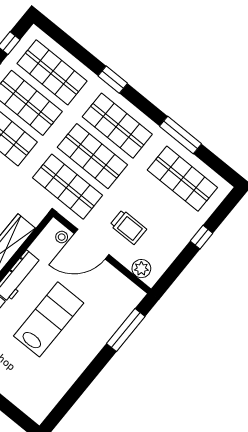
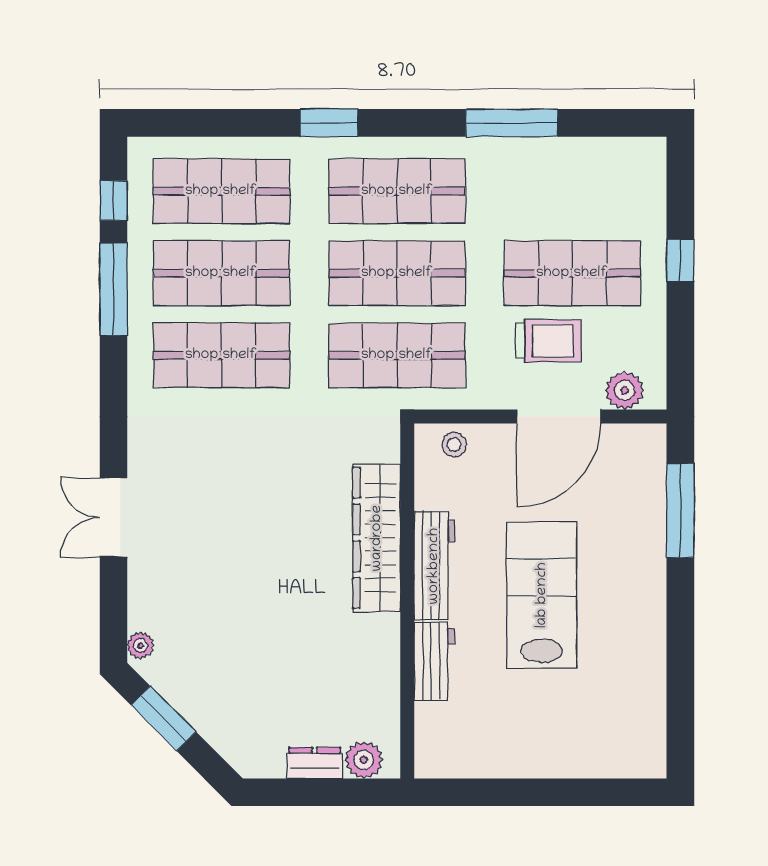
shop shelf: (182, 179) -> (572, 273), moved
door: (92, 244) -> (559, 417), moved

